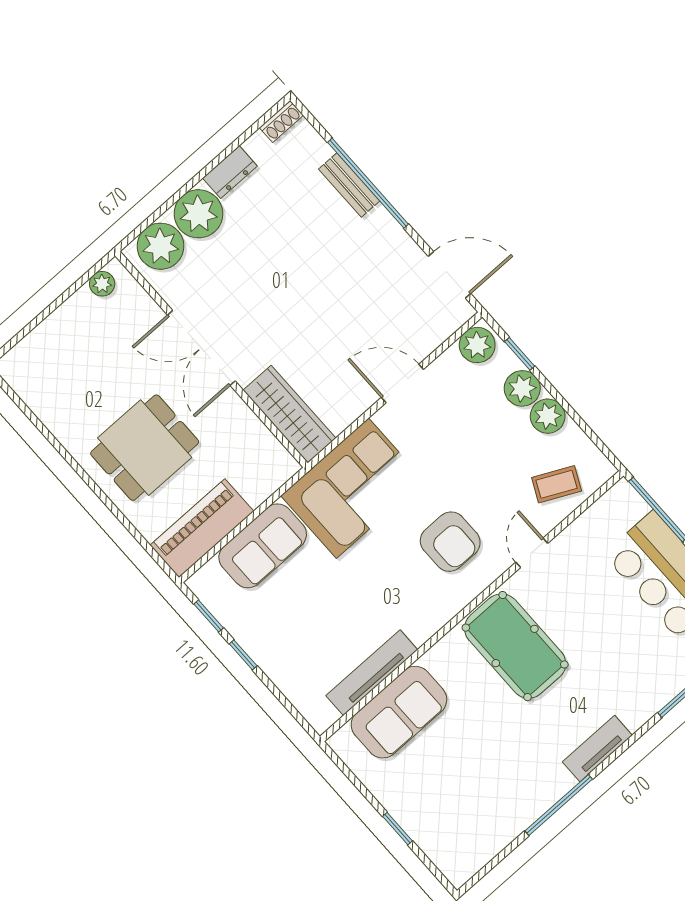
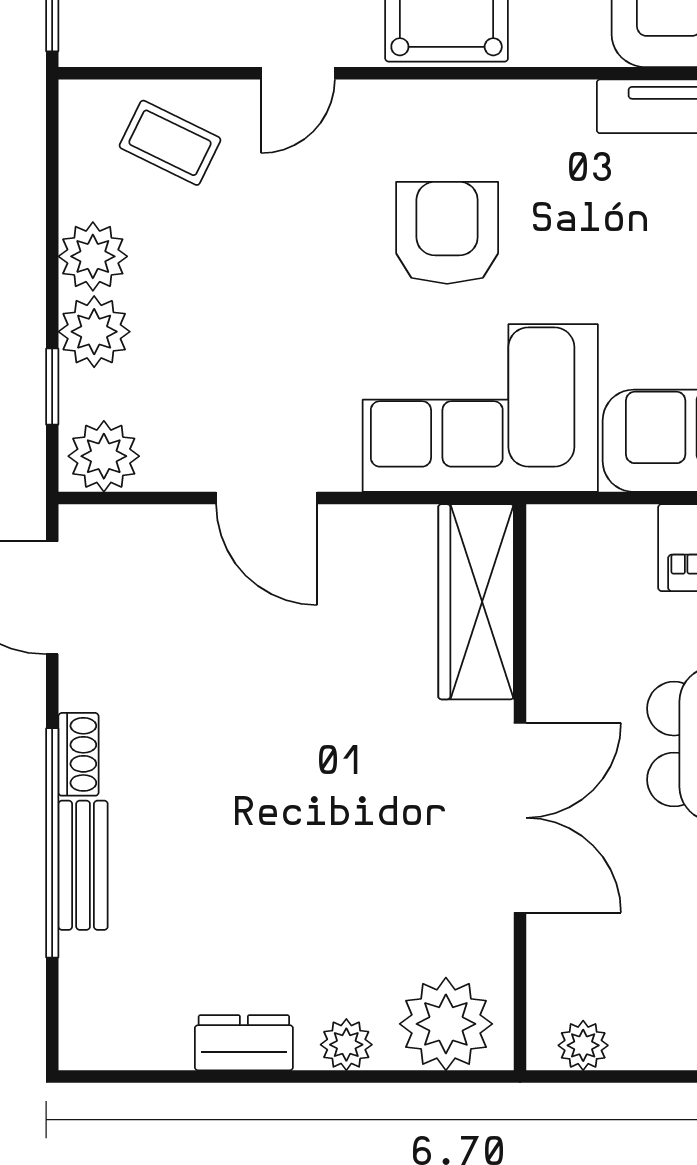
shoe rack: (281, 121) -> (78, 754), moved, turned 90
plant: (198, 214) -> (346, 1045), width x0.53, depth x0.53
armchair: (450, 542) -> (447, 233), moved

